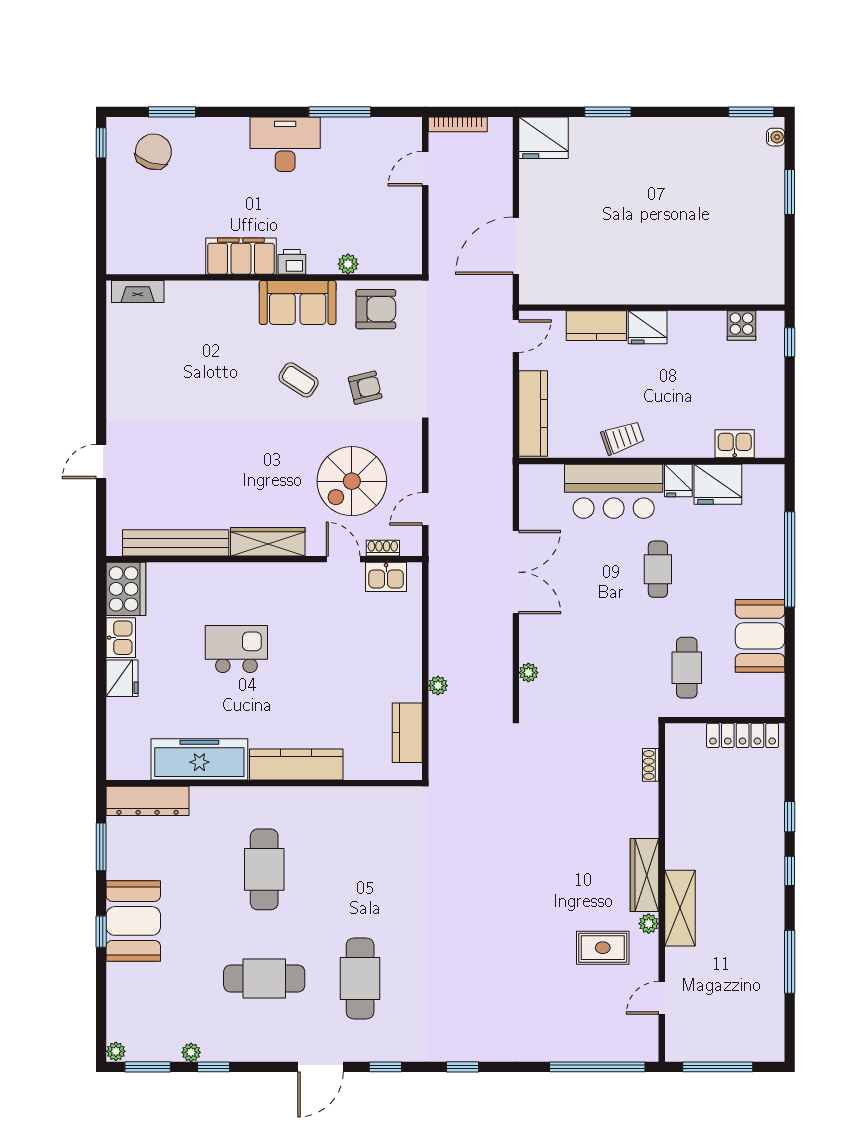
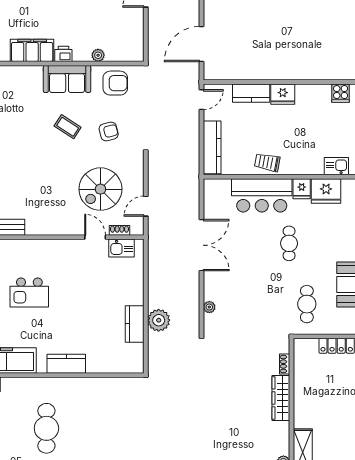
trolley: (623, 438) -> (267, 162), turned -150
wardrobe: (268, 542) -> (49, 226), removed
kitchen island: (236, 649) -> (29, 293), turned 180
plant: (438, 686) -> (159, 320), width x1.88, depth x1.88
kitchen counter: (407, 733) -> (135, 324), moved
kitchen counter: (296, 764) -> (66, 364), width x0.67
wardrobe: (645, 875) -> (281, 398), moved

